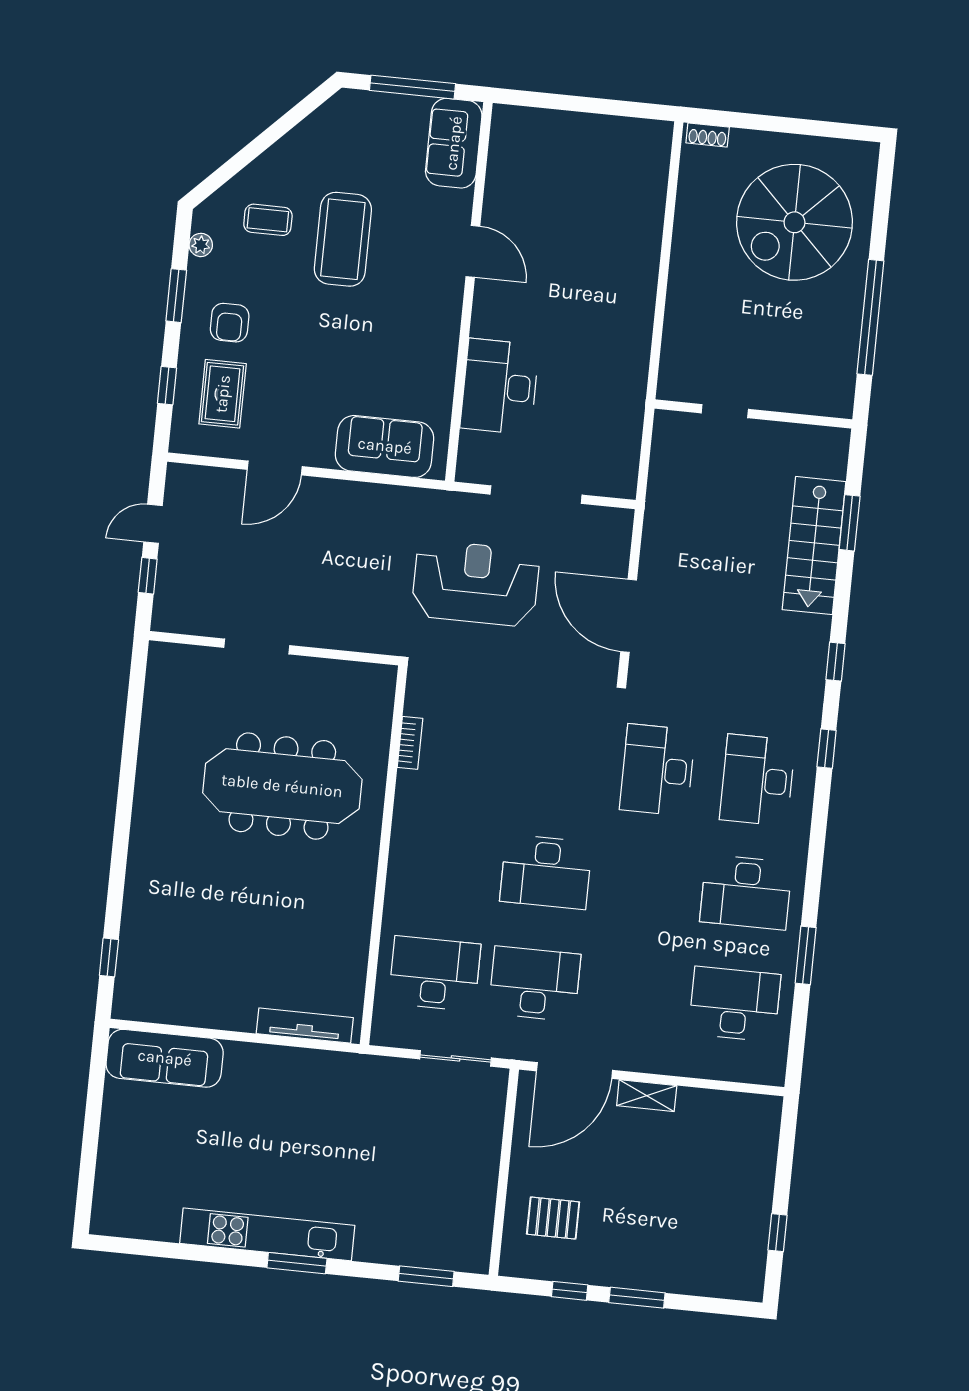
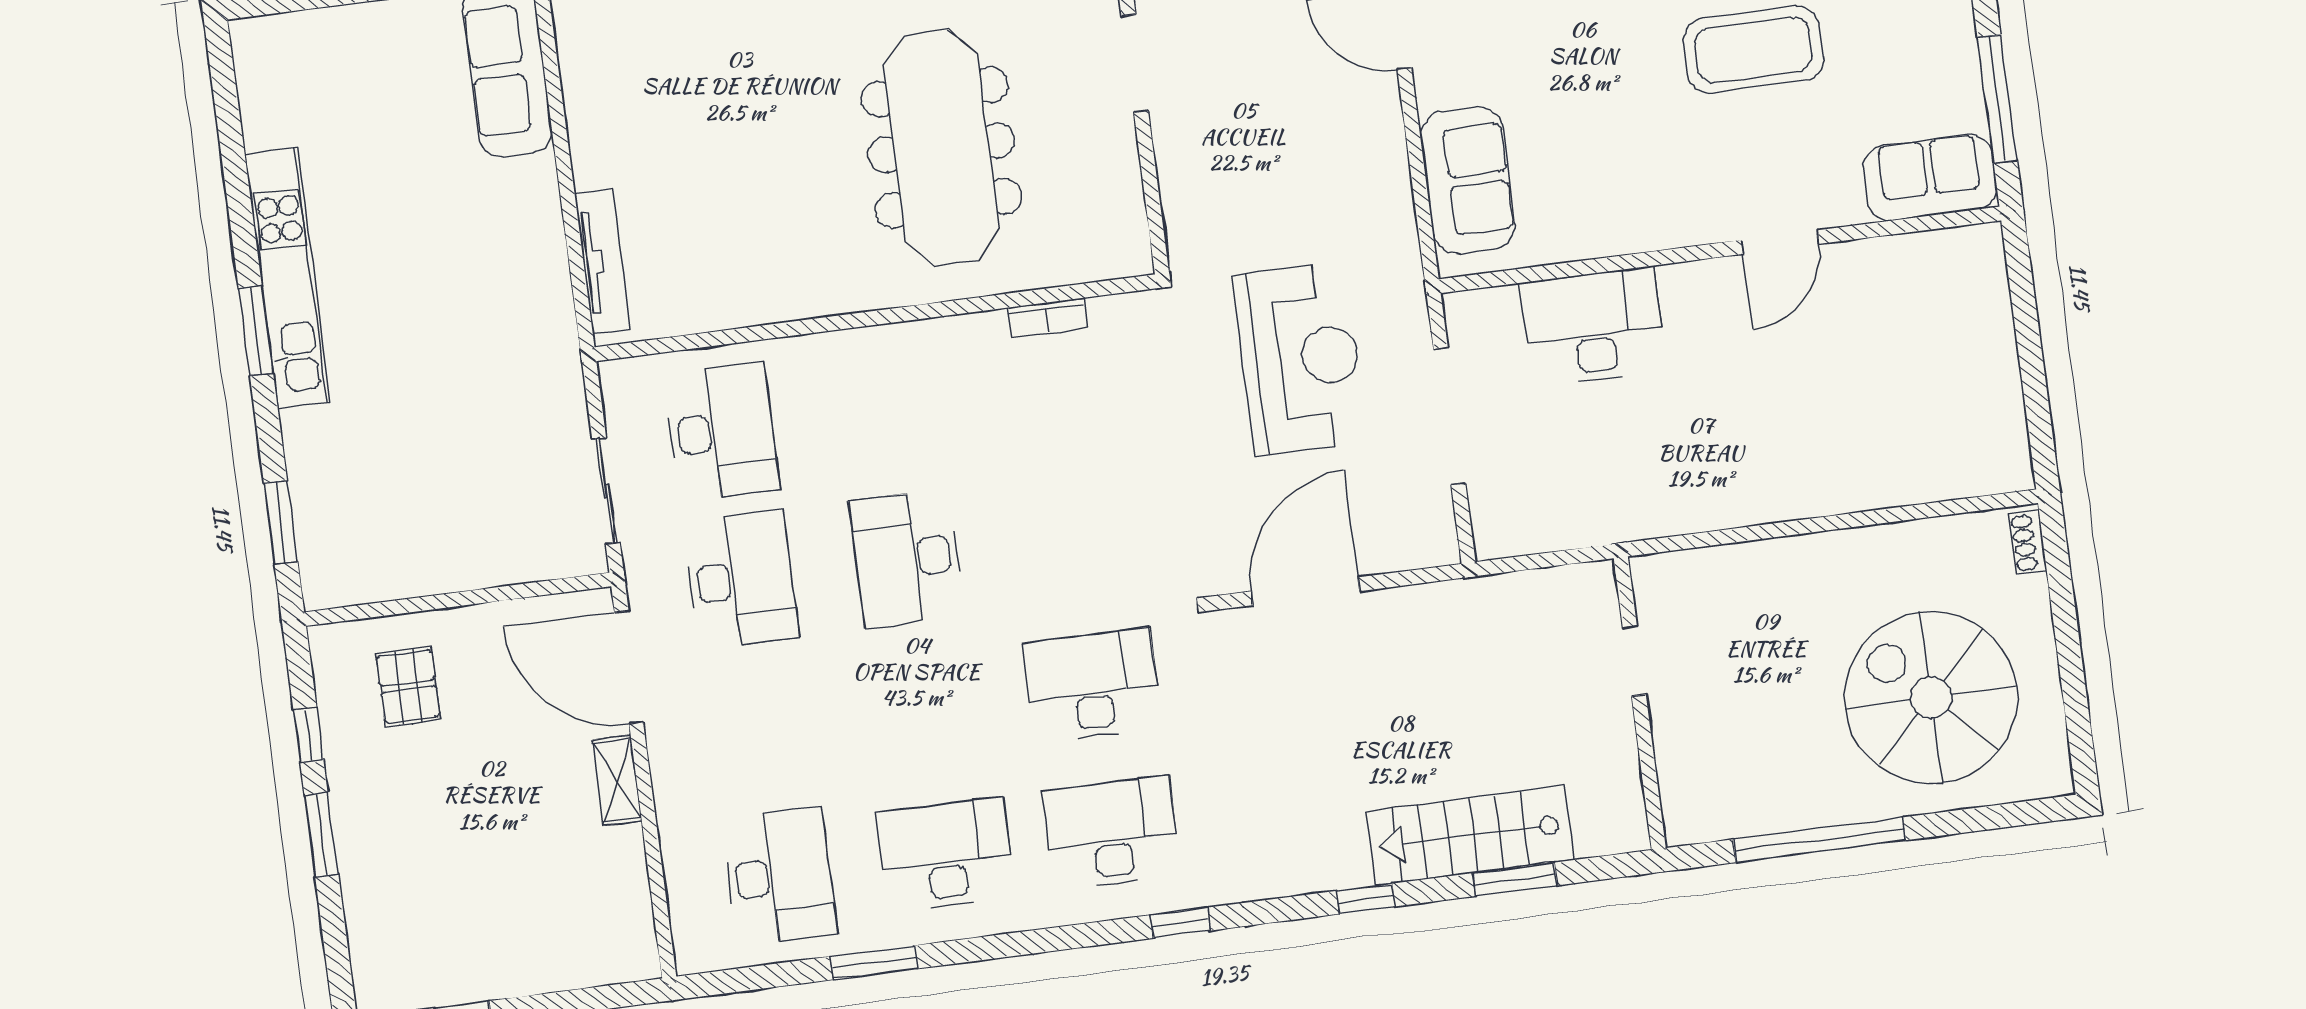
window: (835, 662) -> (1366, 899), moved
desk: (746, 892) -> (945, 855), turned 90

